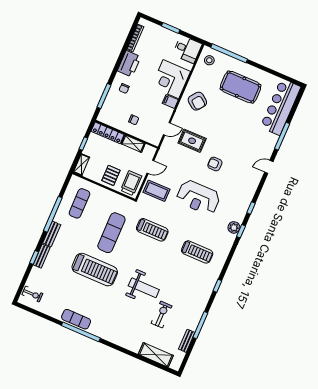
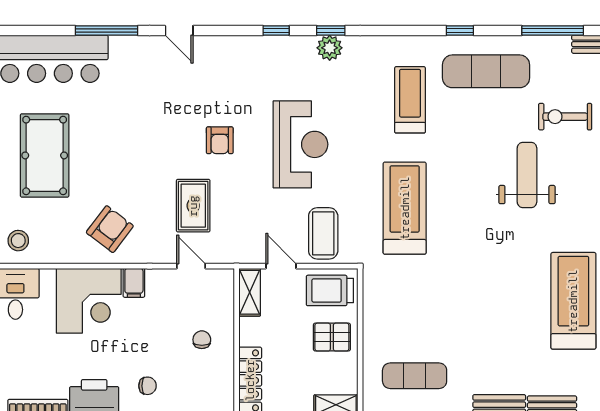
shelving: (133, 144) -> (250, 292), moved
treadmill: (152, 230) -> (405, 208), width x1.37, depth x1.37
exercise mat: (111, 233) -> (486, 71), moved
treadmill: (95, 270) -> (573, 301), moved

